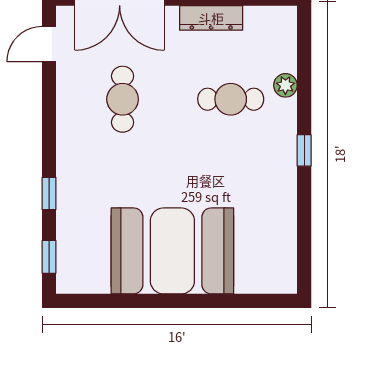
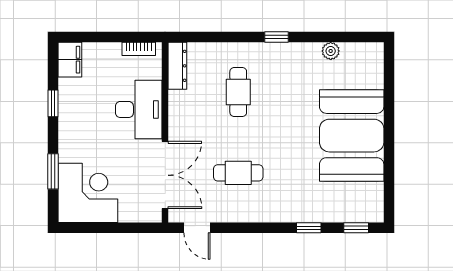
dresser: (211, 18) -> (177, 66), moved
plant: (285, 85) -> (331, 51), moved

